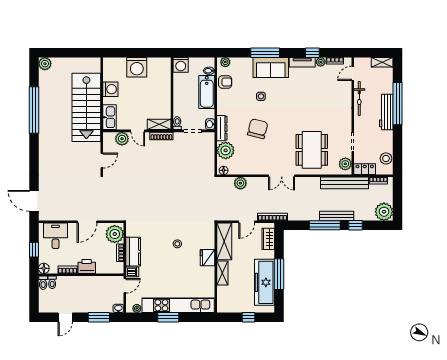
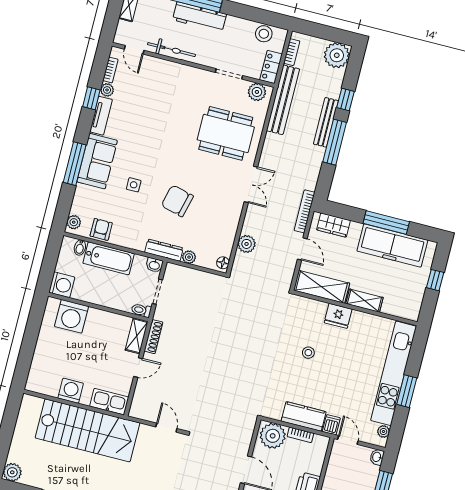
washing machine: (137, 67) -> (71, 316), moved, turned 90
plant: (122, 139) -> (143, 392), removed
plant: (226, 150) -> (189, 257), width x0.53, depth x0.53

